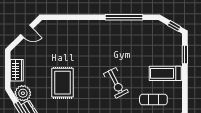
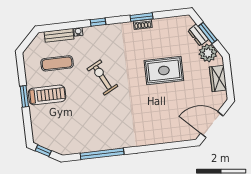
door: (27, 31) -> (212, 125), width x1.87
window: (185, 55) -> (24, 96), moved
rug: (62, 83) -> (164, 70), turned 90

